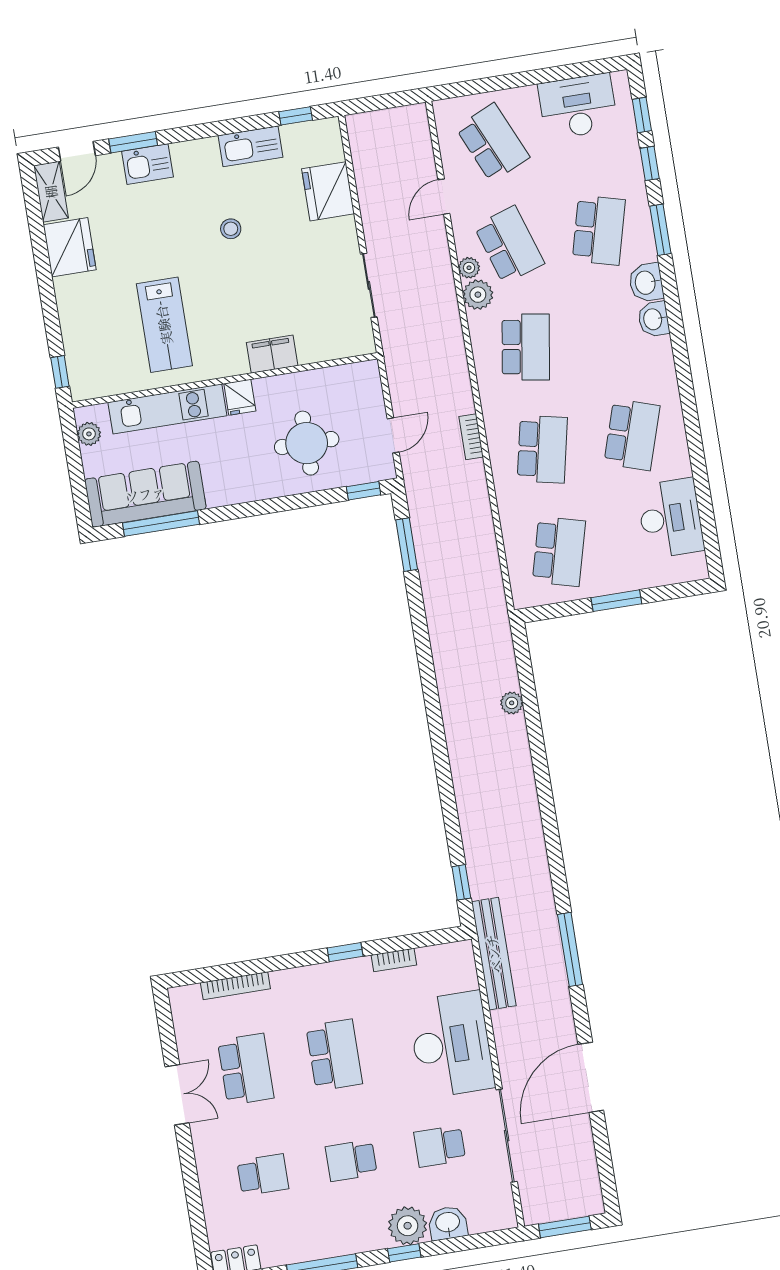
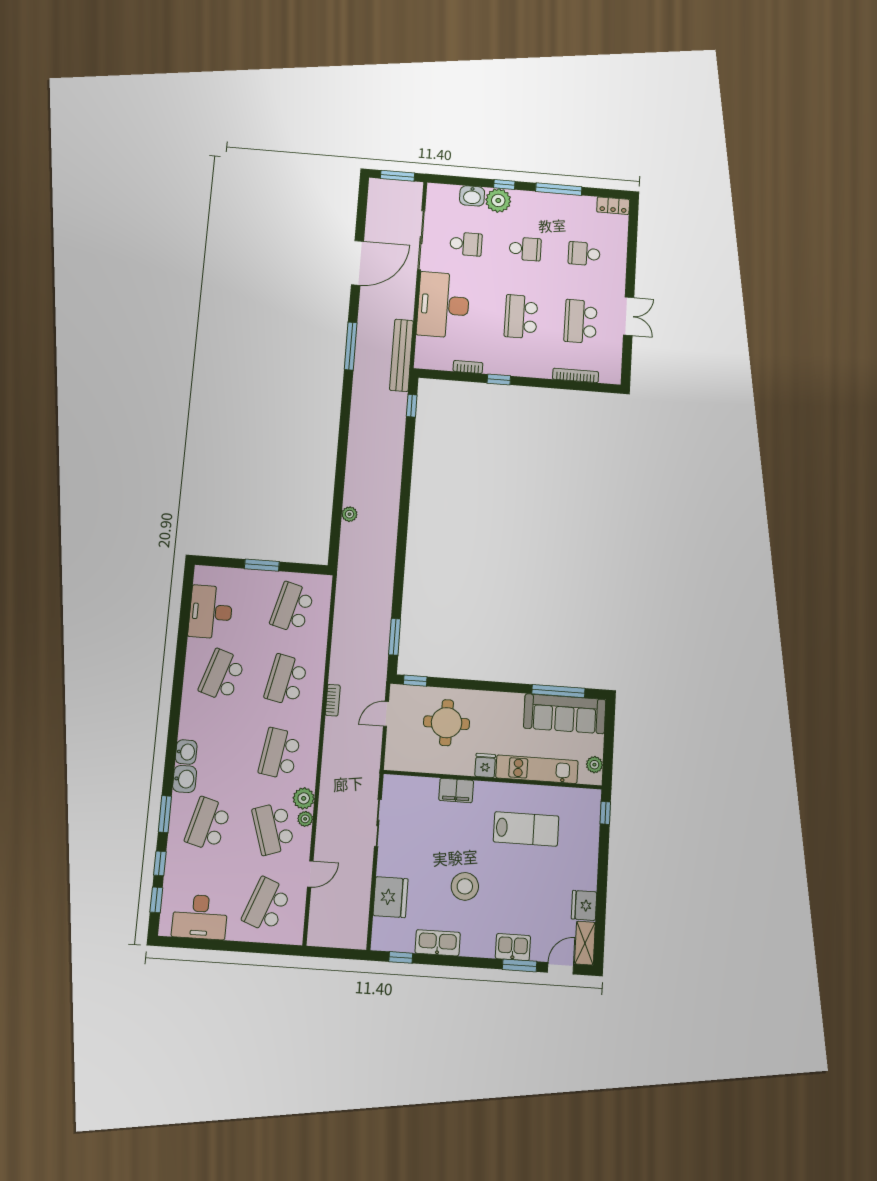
school desk: (493, 143) -> (267, 905), turned 45
stool: (231, 229) -> (465, 886), width x1.89, depth x1.89
fridge: (70, 247) -> (584, 905), width x0.73, depth x0.75
lab bench: (164, 325) -> (526, 829), turned 90
double door: (177, 1095) -> (629, 316), swing flipped

